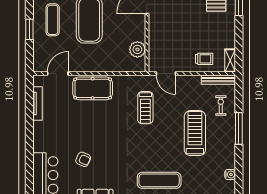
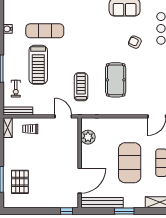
pool table: (93, 88) -> (116, 80), moved, turned 90
exercise mat: (159, 180) -> (45, 31), moved

